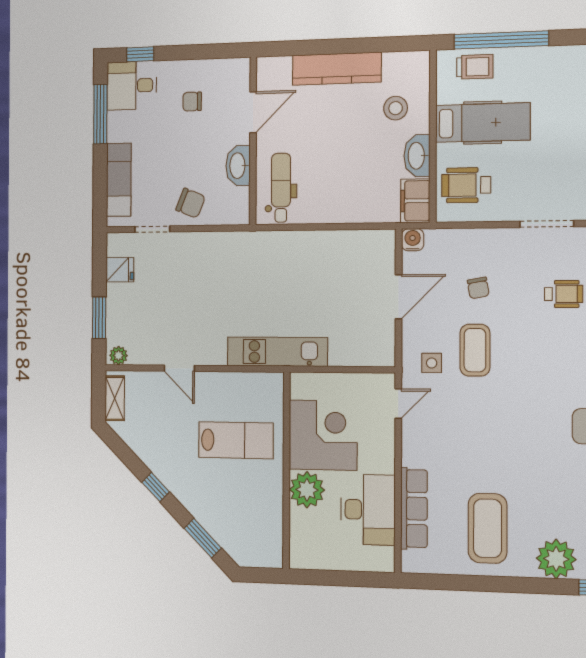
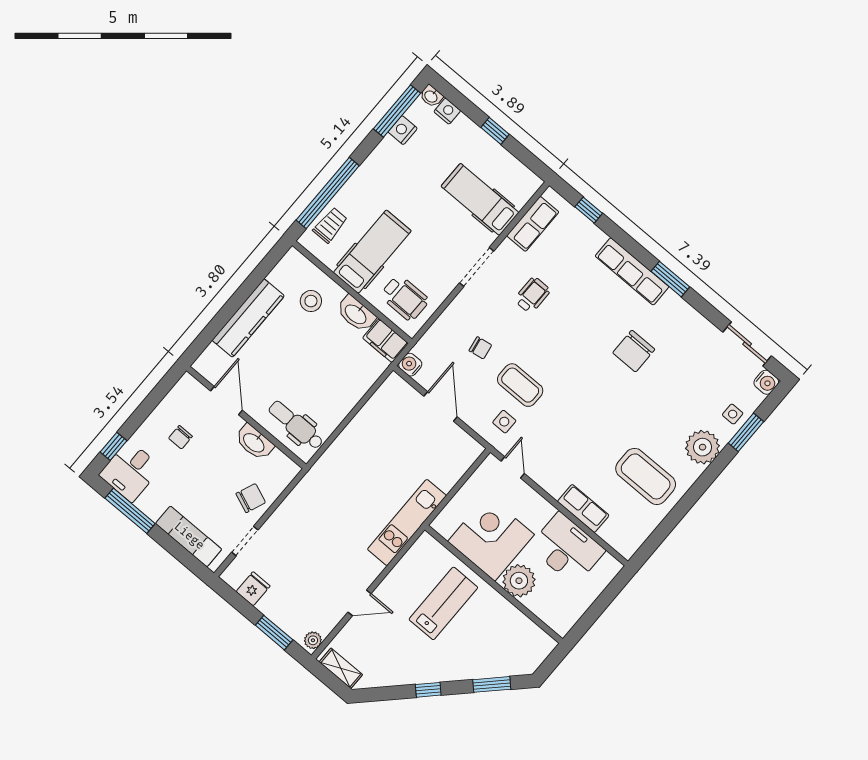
wheelchair: (466, 185) -> (405, 298), turned -90
row of seats: (414, 508) -> (583, 508), width x0.68

